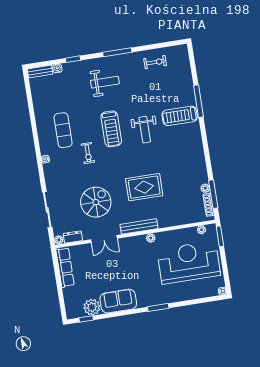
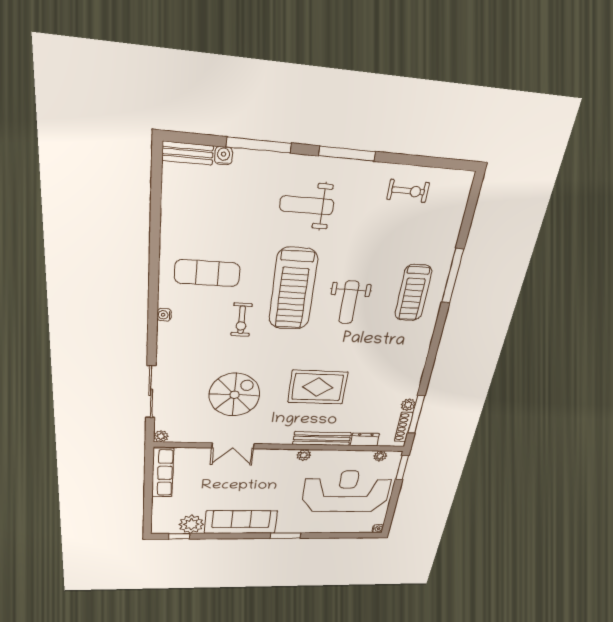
window: (73, 59) -> (259, 145), width x2.17
weight bench: (105, 82) -> (307, 205), turned 180
treadmill: (180, 116) -> (413, 293), turned -90
treadmill: (111, 129) -> (293, 289), width x1.37, depth x1.38
exercise mat: (63, 130) -> (207, 273), turned 90
bench: (139, 226) -> (322, 439), moved
dresser: (73, 237) -> (365, 440), moved
sofa: (118, 301) -> (241, 522), width x1.36

